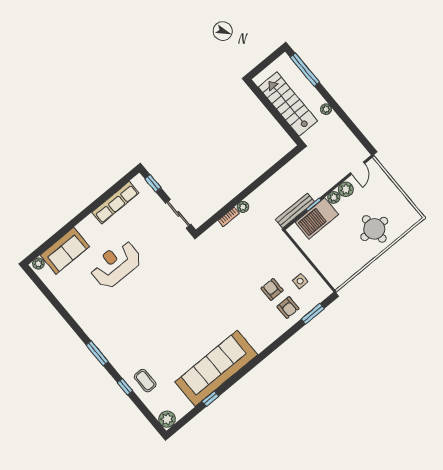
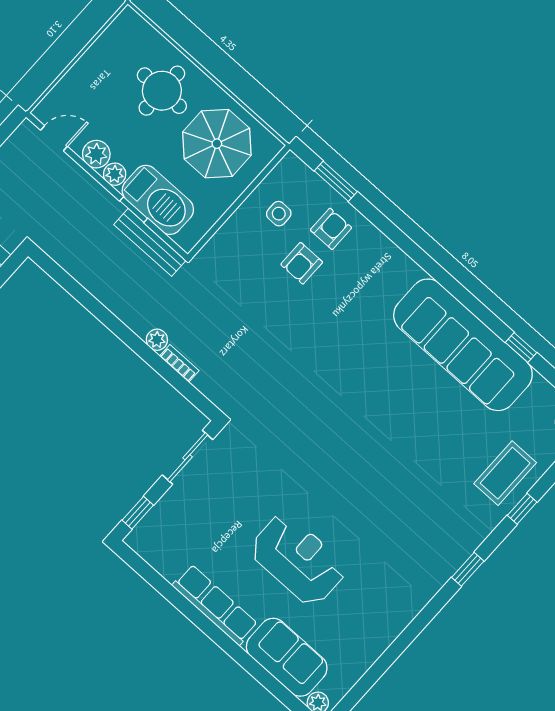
row of seats: (115, 203) -> (215, 605), moved
parasol: (342, 254) -> (217, 144), added
reception desk: (116, 264) -> (298, 560), turned 180
window: (97, 353) -> (468, 569), width x0.67
coffee table: (145, 381) -> (505, 473), width x1.36, depth x1.30

